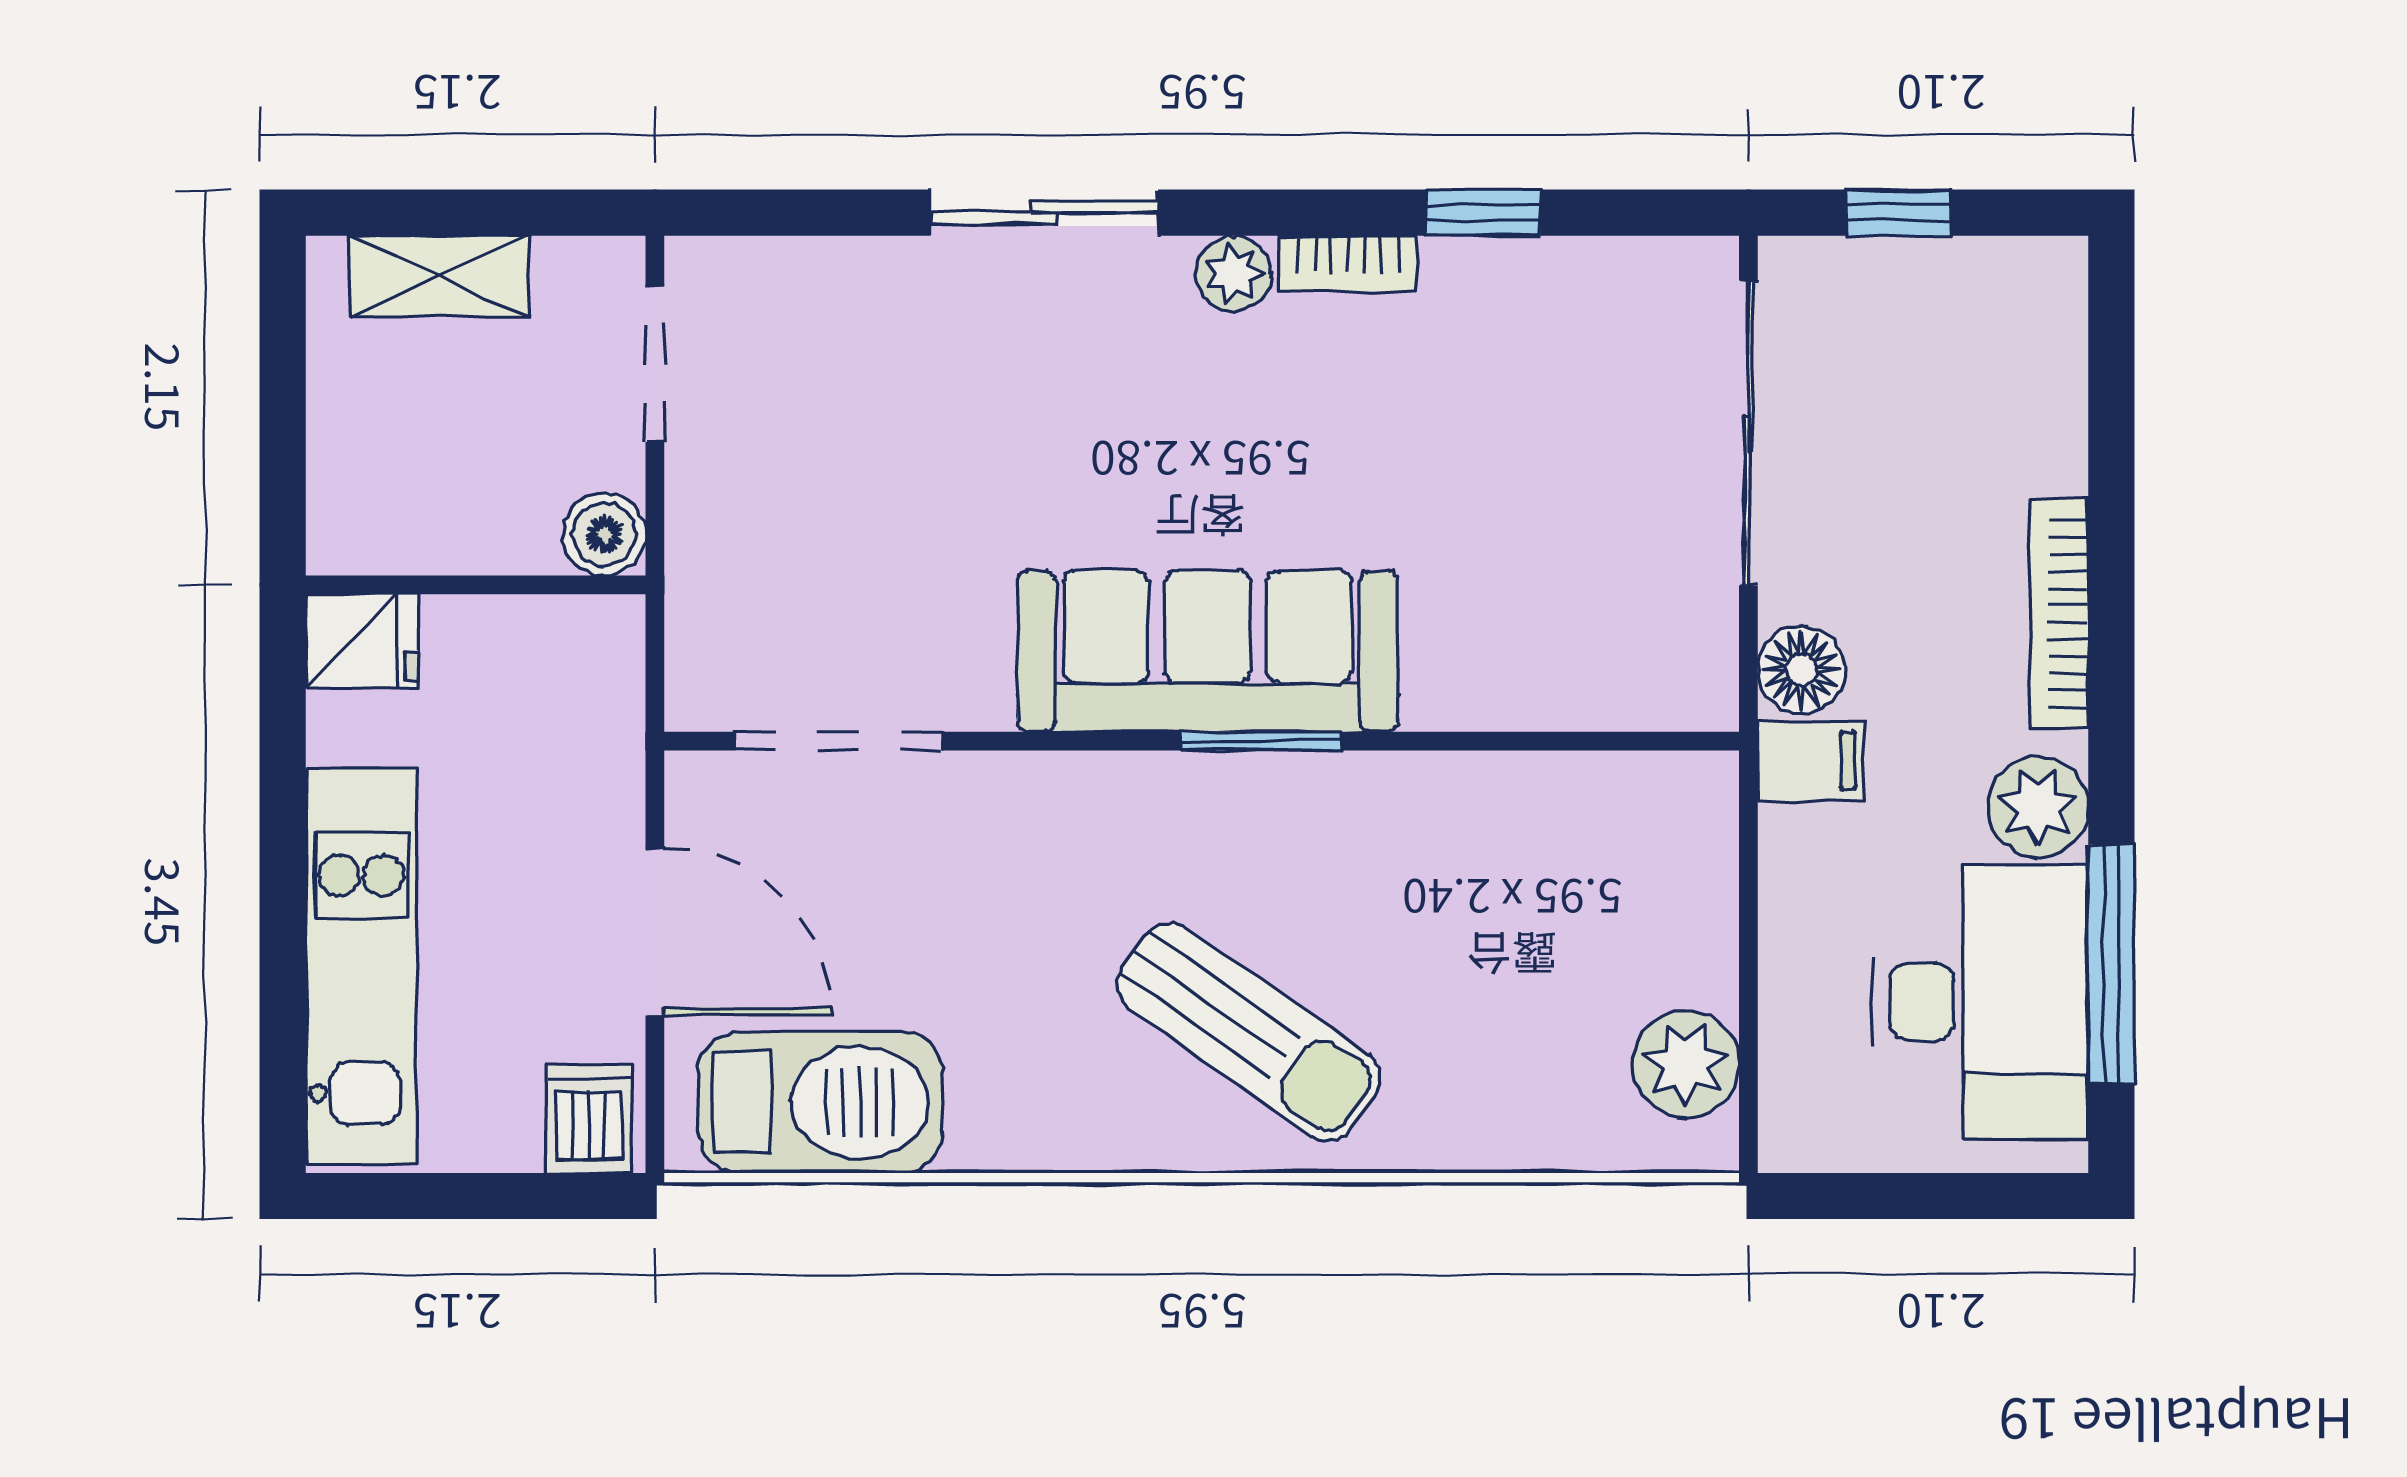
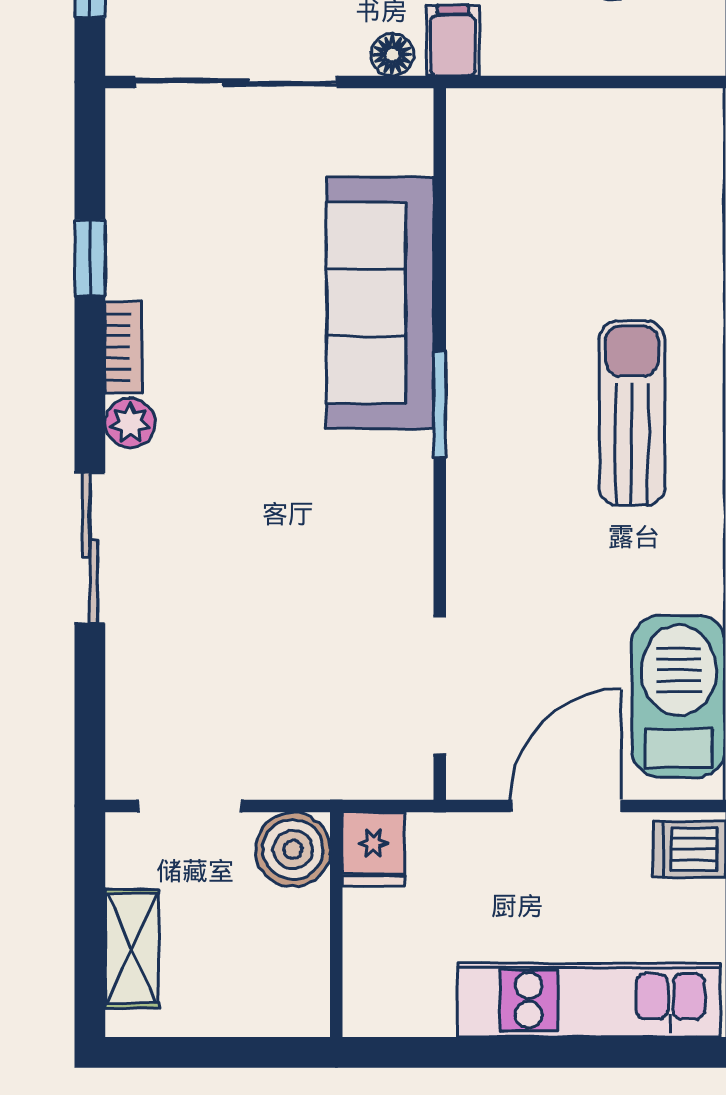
boiler: (604, 534) -> (293, 849), width x1.36, depth x1.36
fridge: (362, 641) -> (374, 849), moved, turned 180
sofa: (1208, 651) -> (380, 303), moved
floor lamp: (1802, 670) -> (393, 55), width x0.73, depth x0.73
sun lounger: (1248, 1032) -> (632, 413), turned -35
plant: (1686, 1064) -> (654, 124), removed

